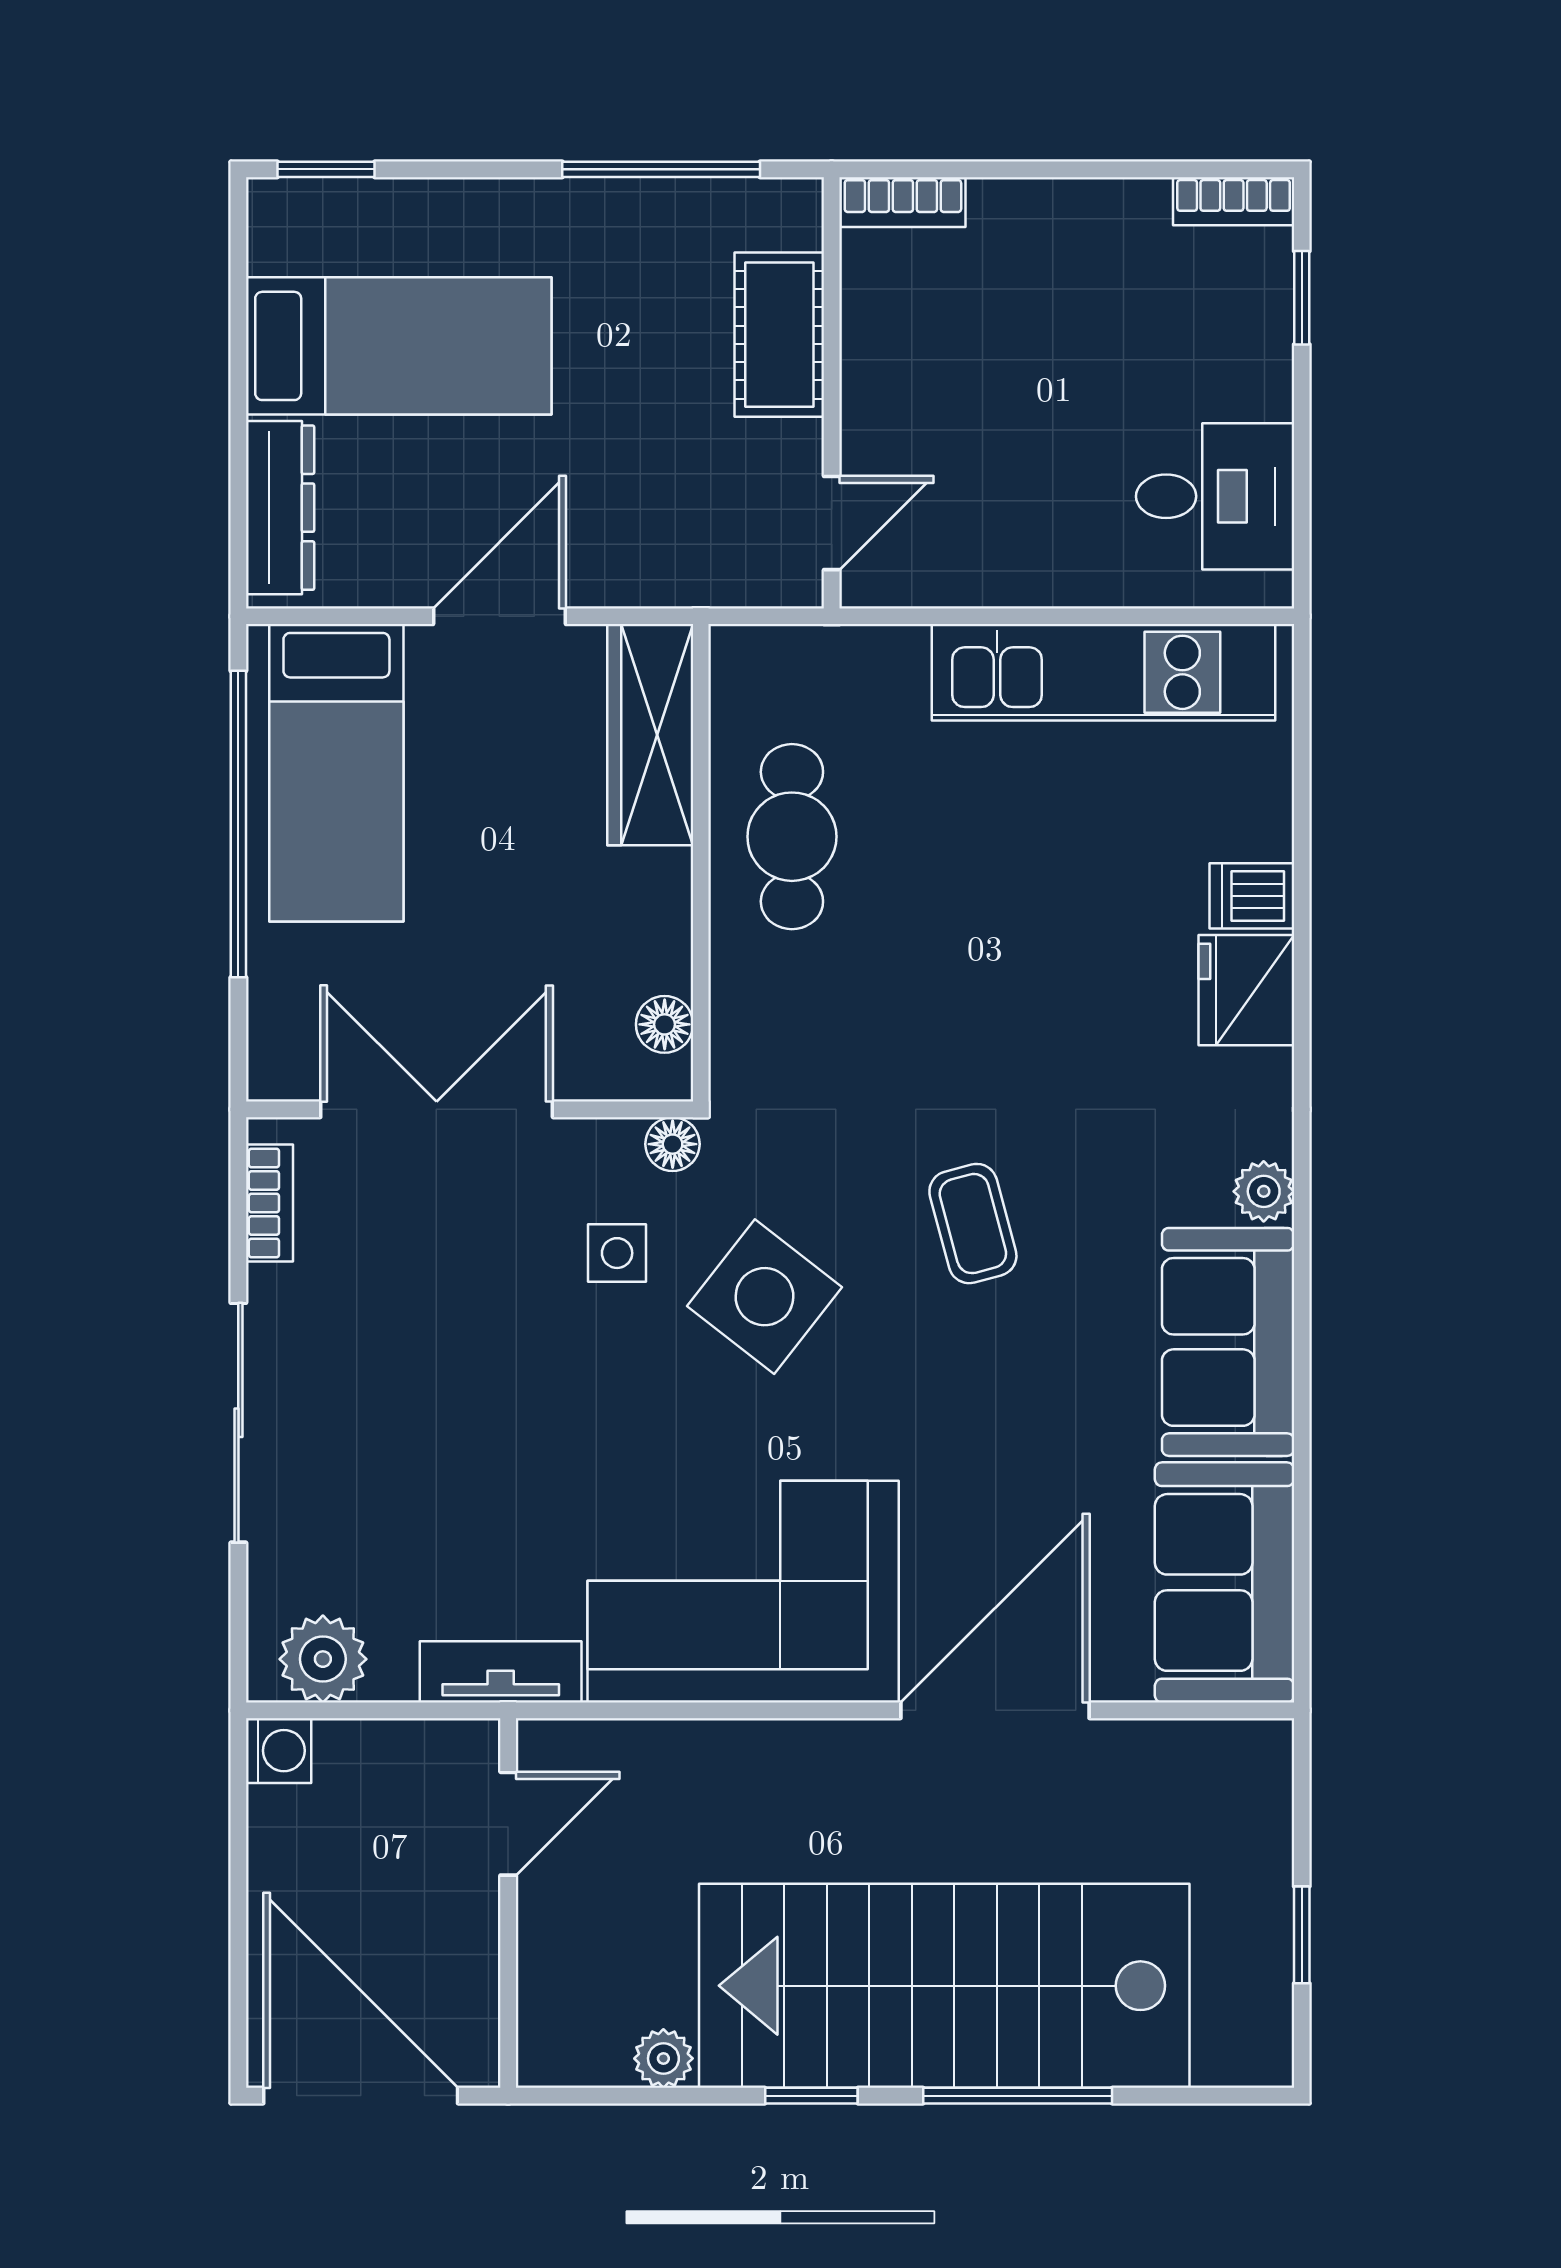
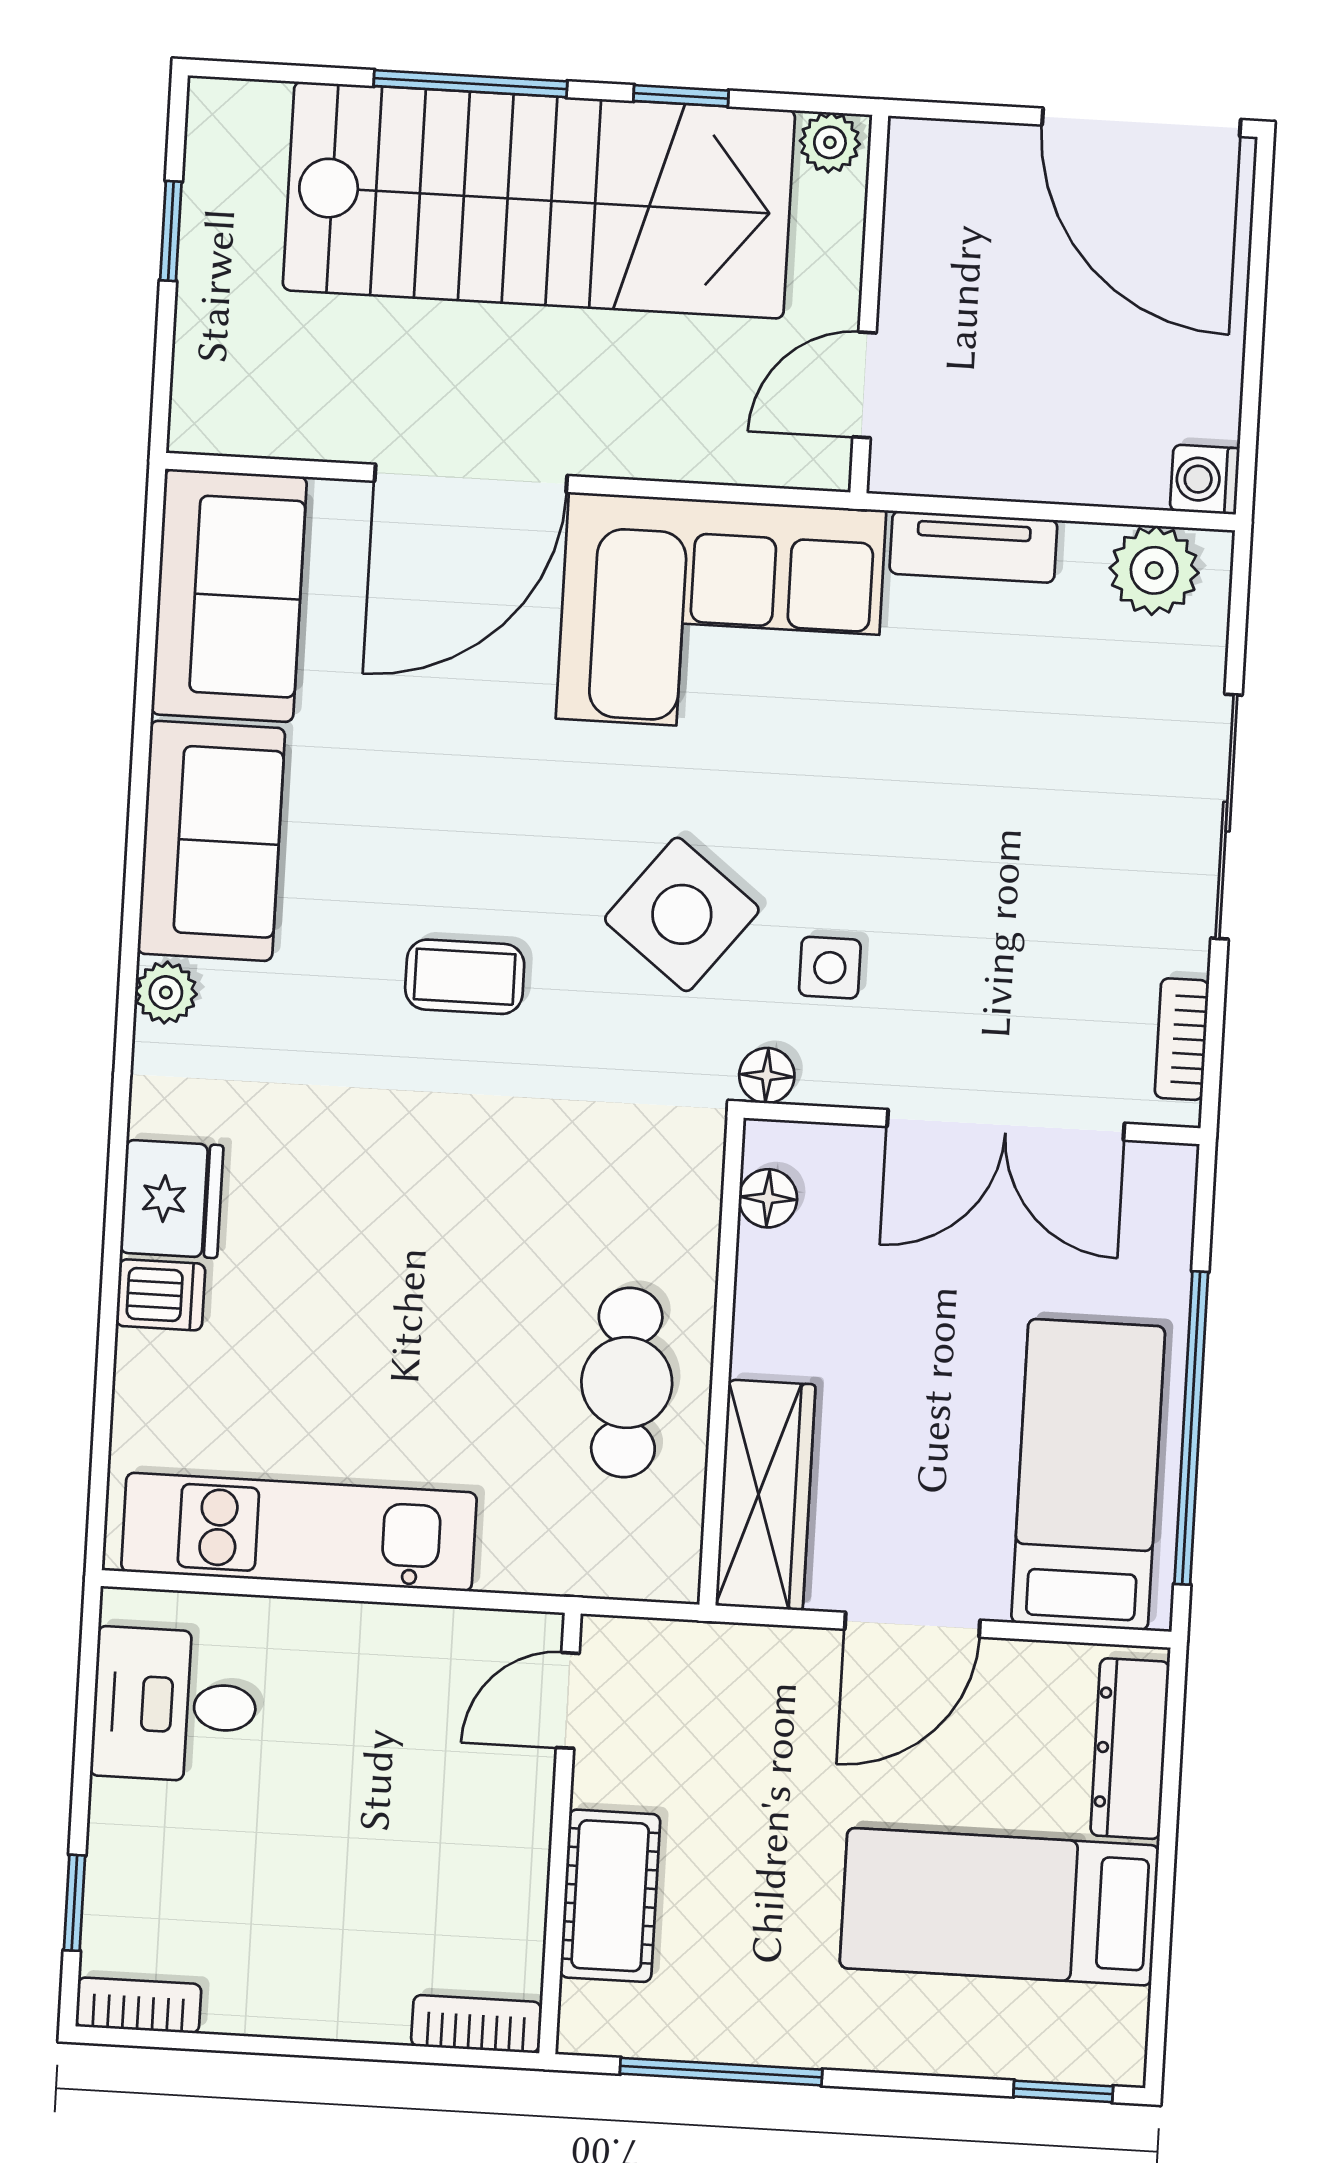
coffee table: (973, 1224) -> (465, 977), turned -75
door: (508, 1824) -> (865, 385), moved
wall: (508, 1903) -> (869, 304), moved

